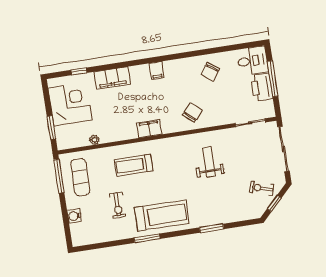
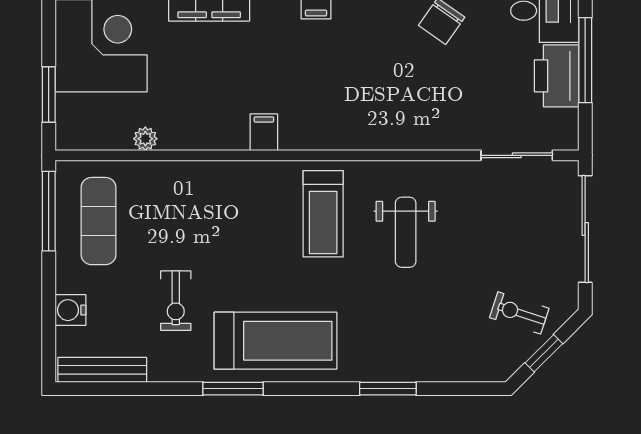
chair: (192, 113) -> (385, 110), removed
filing cabinet: (149, 129) -> (264, 132), width x0.50
weight bench: (209, 162) -> (406, 232), turned 180
treadmill: (133, 165) -> (323, 214), moved, turned -90
bench: (91, 239) -> (102, 370), added

